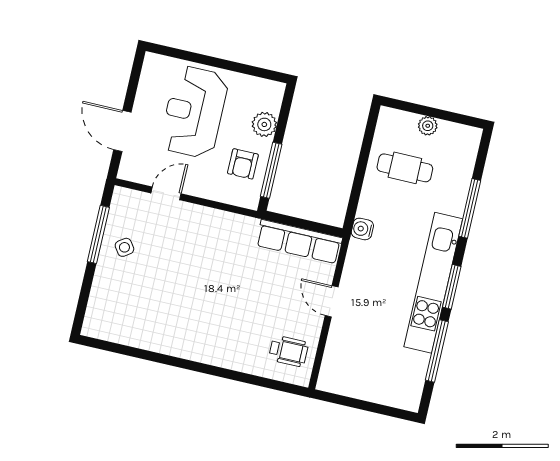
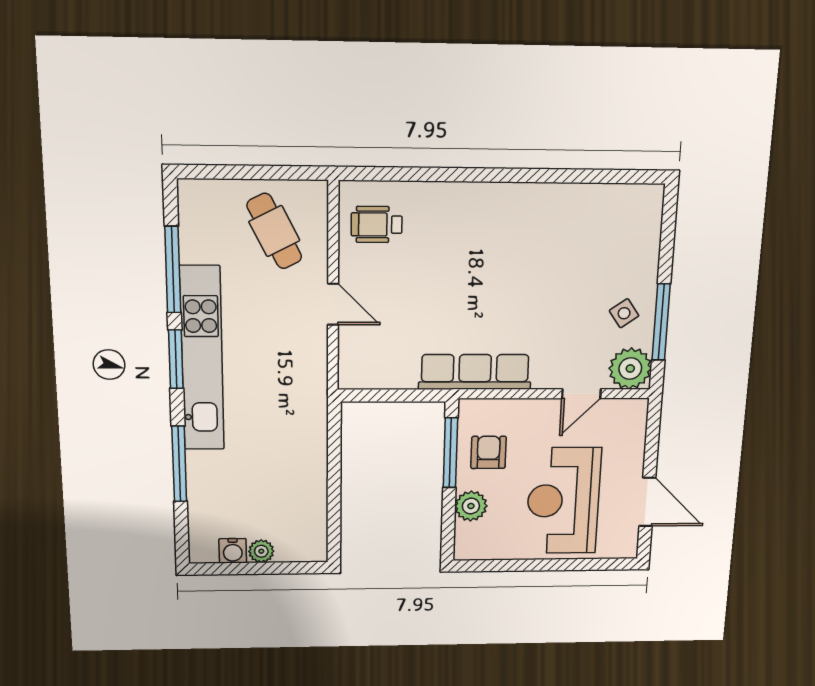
reception desk: (194, 112) -> (563, 501), turned 180
door: (122, 131) -> (647, 502), moved
cafe table: (405, 168) -> (274, 231), moved, turned 63
plant: (127, 204) -> (630, 368), added
water cooler: (362, 229) -> (233, 551), moved, turned 90
row of seats: (299, 242) -> (475, 372), moved

